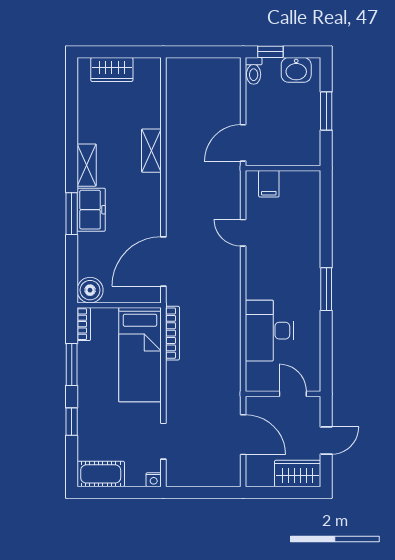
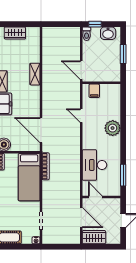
door: (243, 143) -> (81, 70), hinge flipped
plant: (305, 258) -> (113, 128), added
door: (163, 261) -> (41, 130), hinge flipped
window: (326, 289) -> (123, 175), moved
door: (293, 394) -> (95, 197), moved
wardrobe: (298, 473) -> (94, 237), moved

